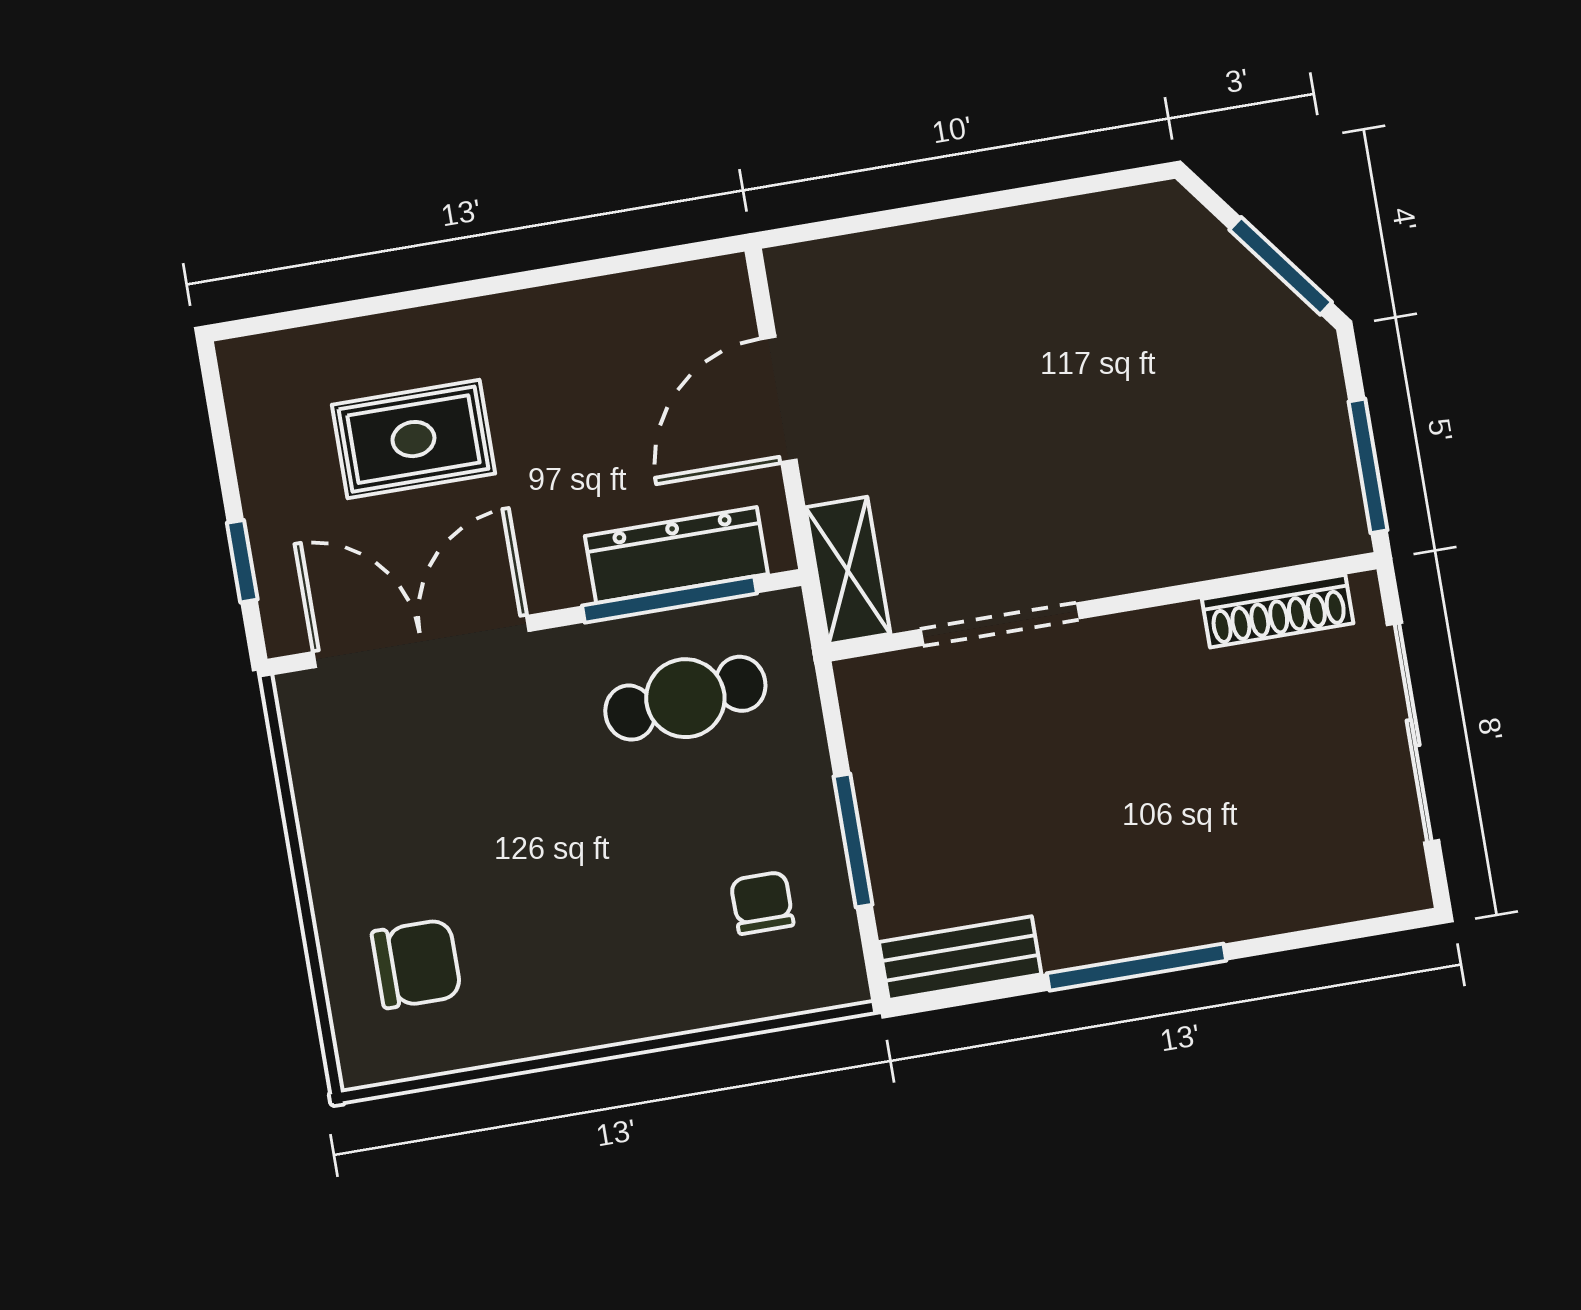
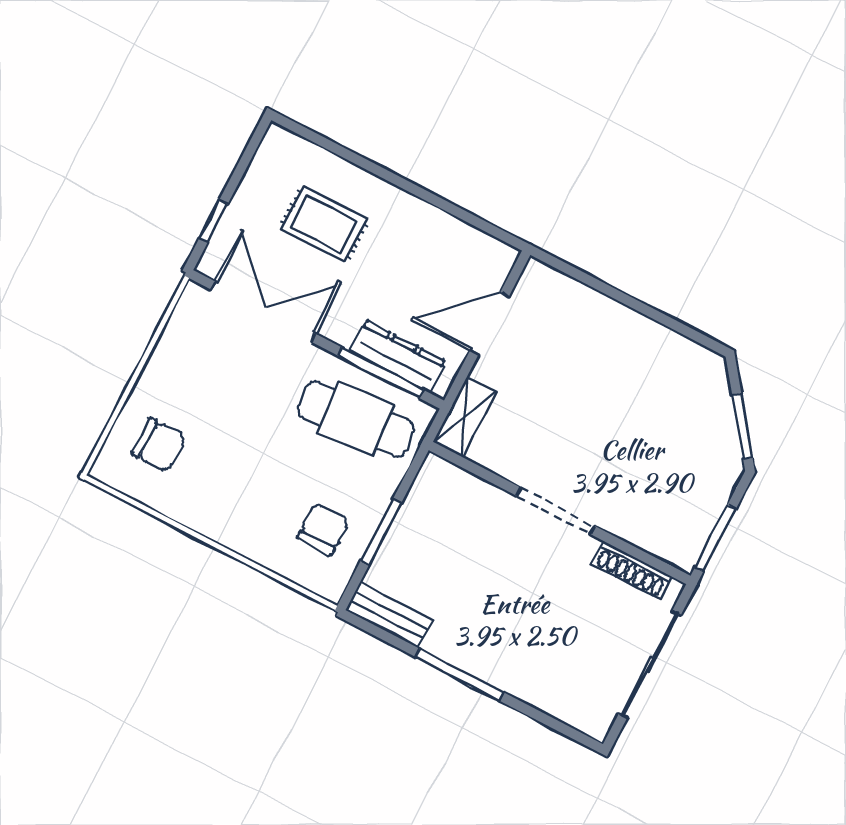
doorway: (1000, 624) -> (556, 511), moved
cafe table: (685, 698) -> (356, 419), width x1.37, depth x1.35
chair: (762, 903) -> (323, 529), width x1.37, depth x1.37

